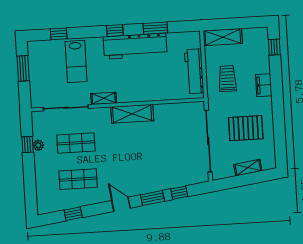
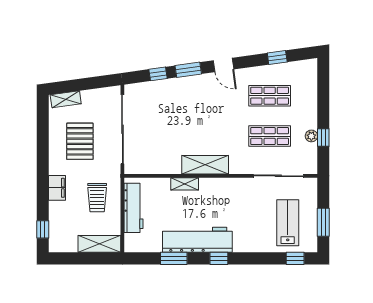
window: (59, 34) -> (295, 258), moved
lab bench: (76, 62) -> (288, 223), moved
shelving: (104, 98) -> (185, 184), moved
pallet: (246, 128) -> (80, 141), turned 90
shelving: (248, 168) -> (66, 99), moved

